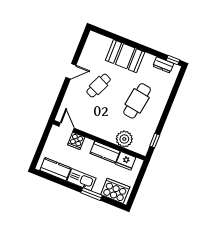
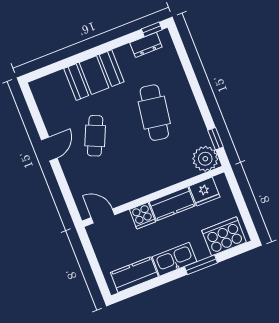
plant: (124, 139) -> (205, 159), moved
cooker: (76, 141) -> (142, 216), moved

